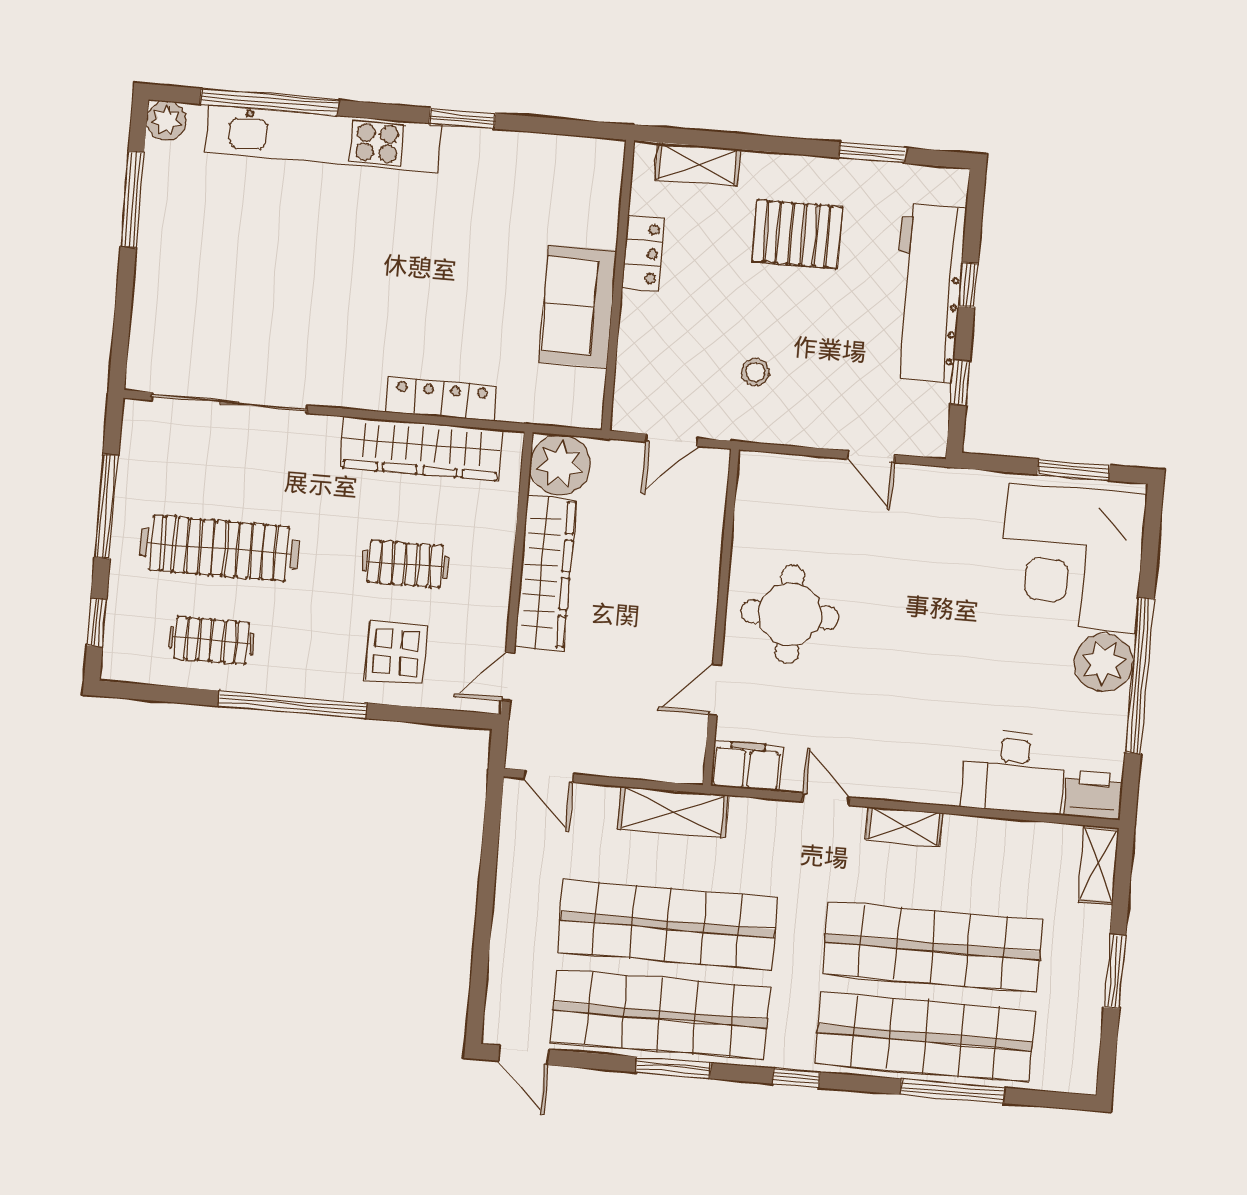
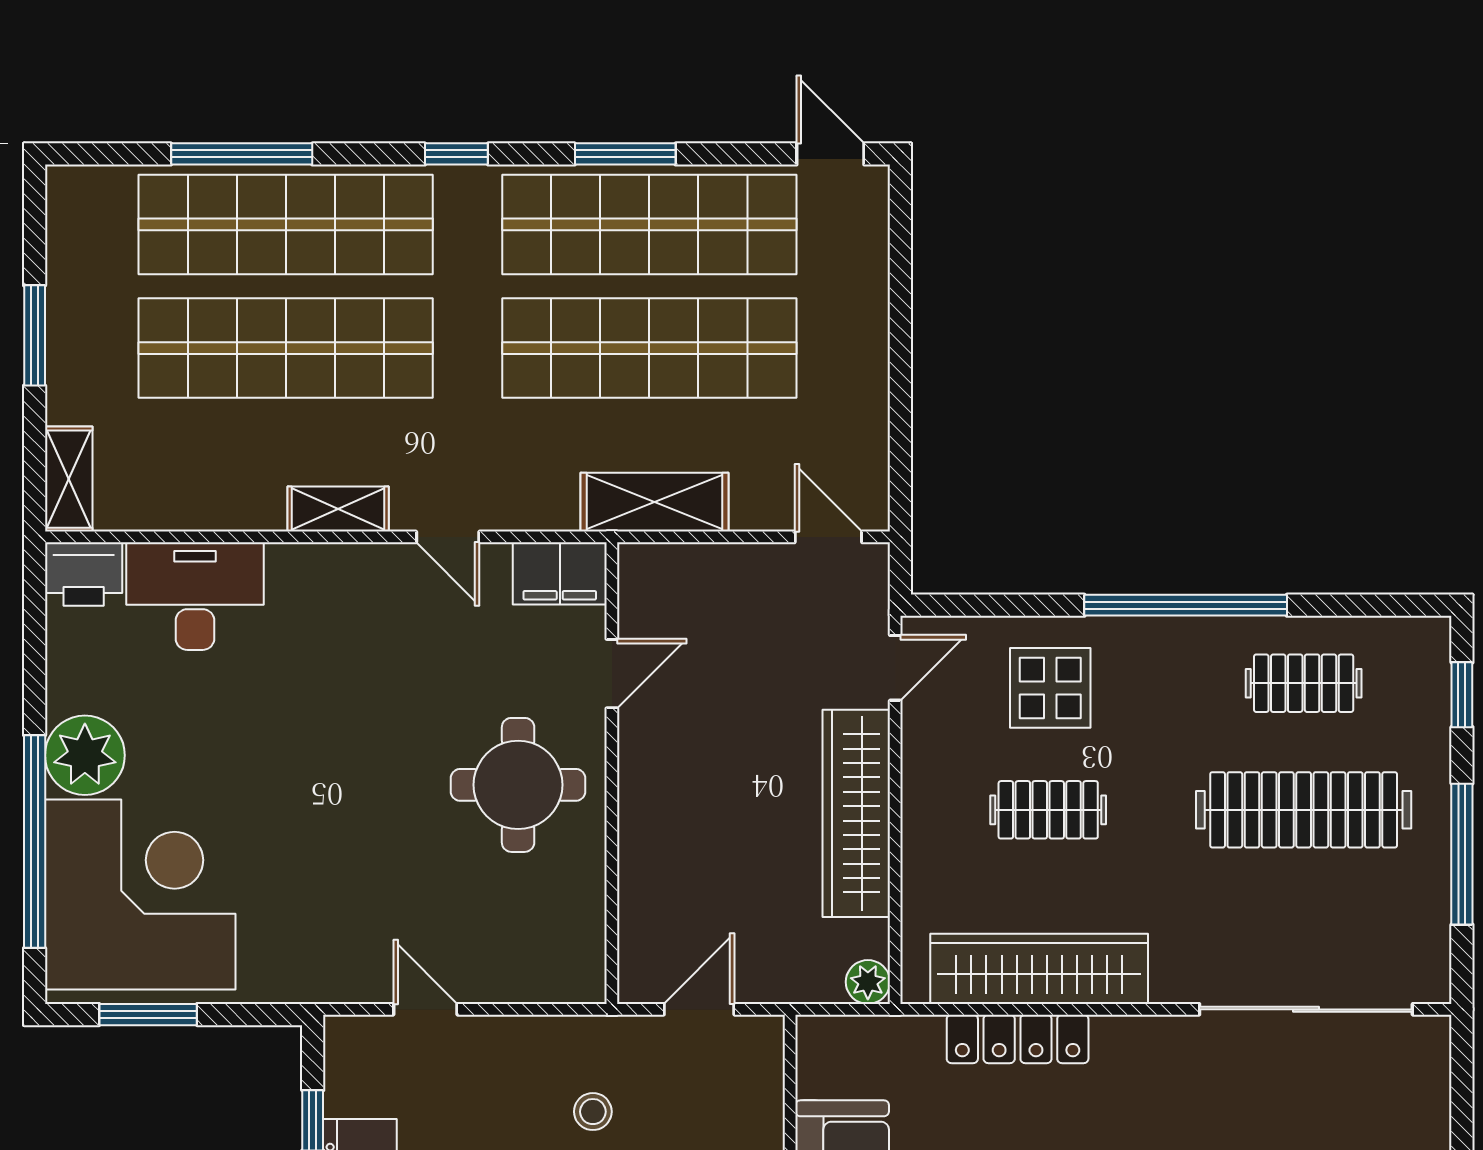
plant: (560, 465) -> (868, 982), width x0.53, depth x0.53
window: (1140, 676) -> (35, 842), moved

